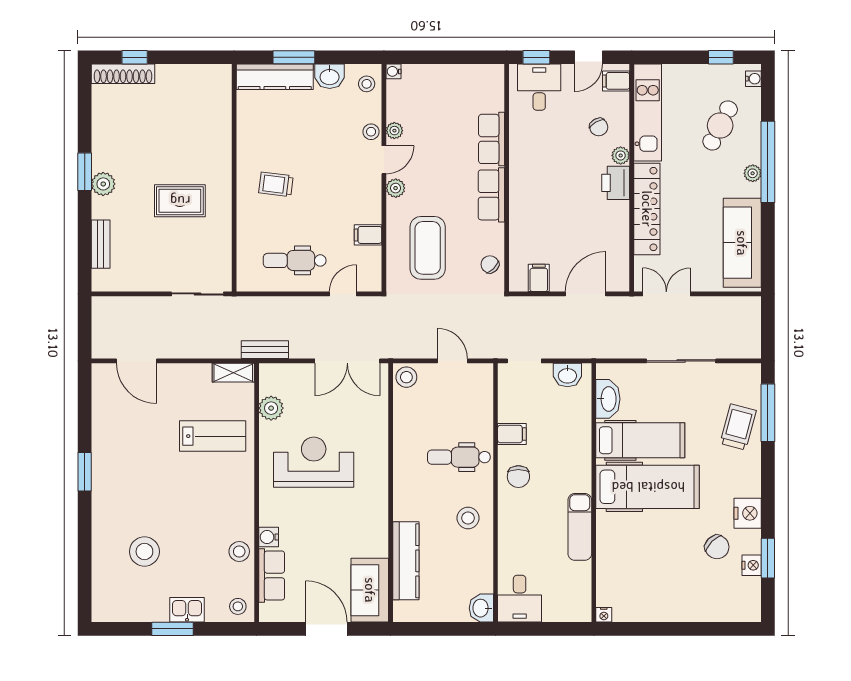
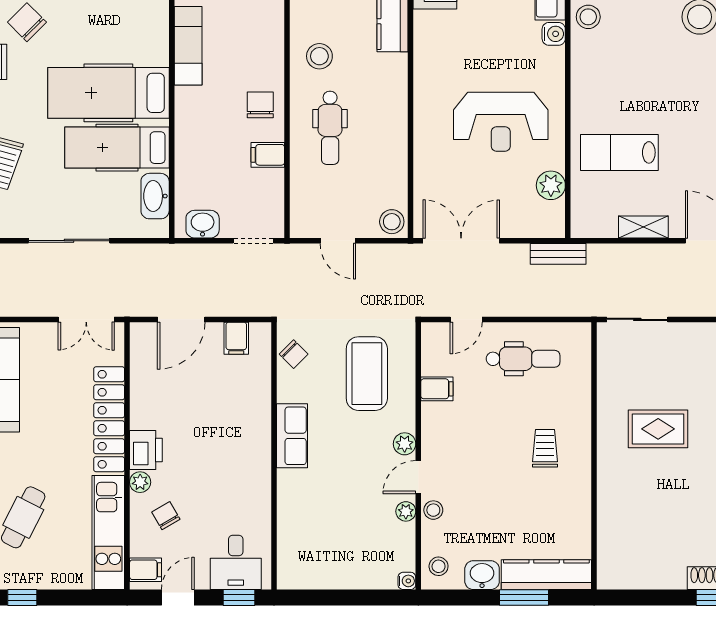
row of seats: (492, 139) -> (292, 502), removed
trolley: (276, 184) -> (545, 448), turned -97
shelving: (233, 373) -> (643, 227), moved
dental chair: (459, 457) -> (330, 128), turned 90

